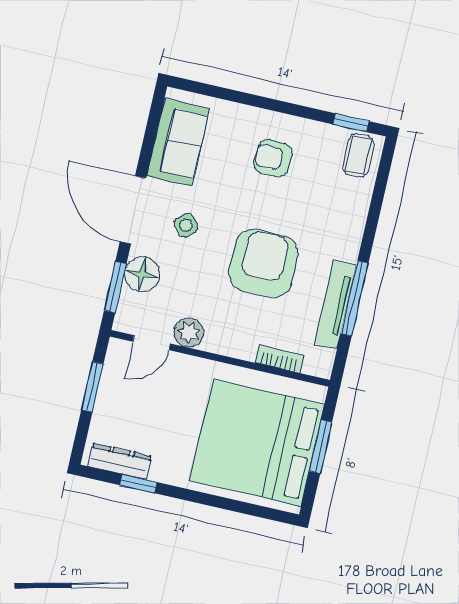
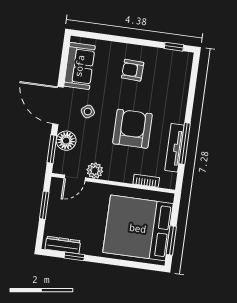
coffee table: (358, 155) -> (180, 64), removed
window: (321, 447) -> (171, 240), moved

